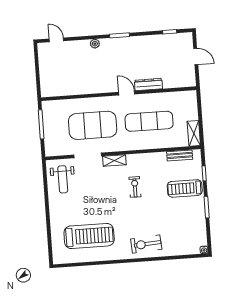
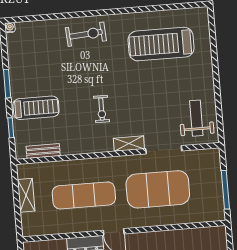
shelving: (194, 133) -> (26, 195), moved

